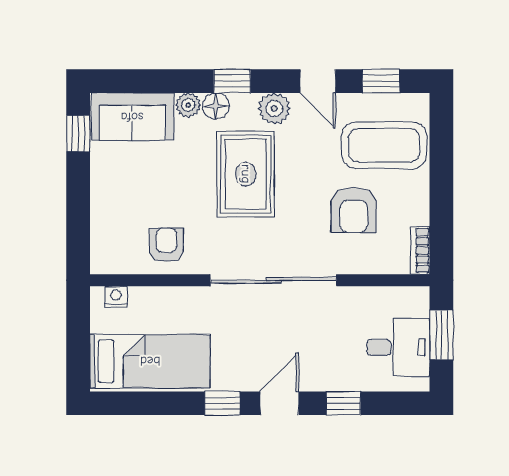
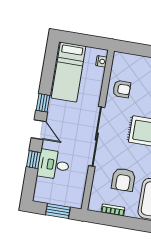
armchair: (354, 210) -> (123, 180), turned -90
bookcase: (420, 251) -> (113, 210), moved
desk: (398, 347) -> (54, 165), moved, turned 90

